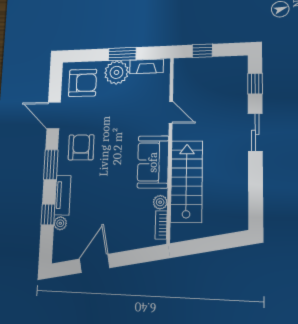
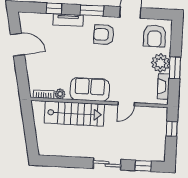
armchair: (81, 147) -> (104, 35), turned 180
plant: (60, 223) -> (47, 18), removed

